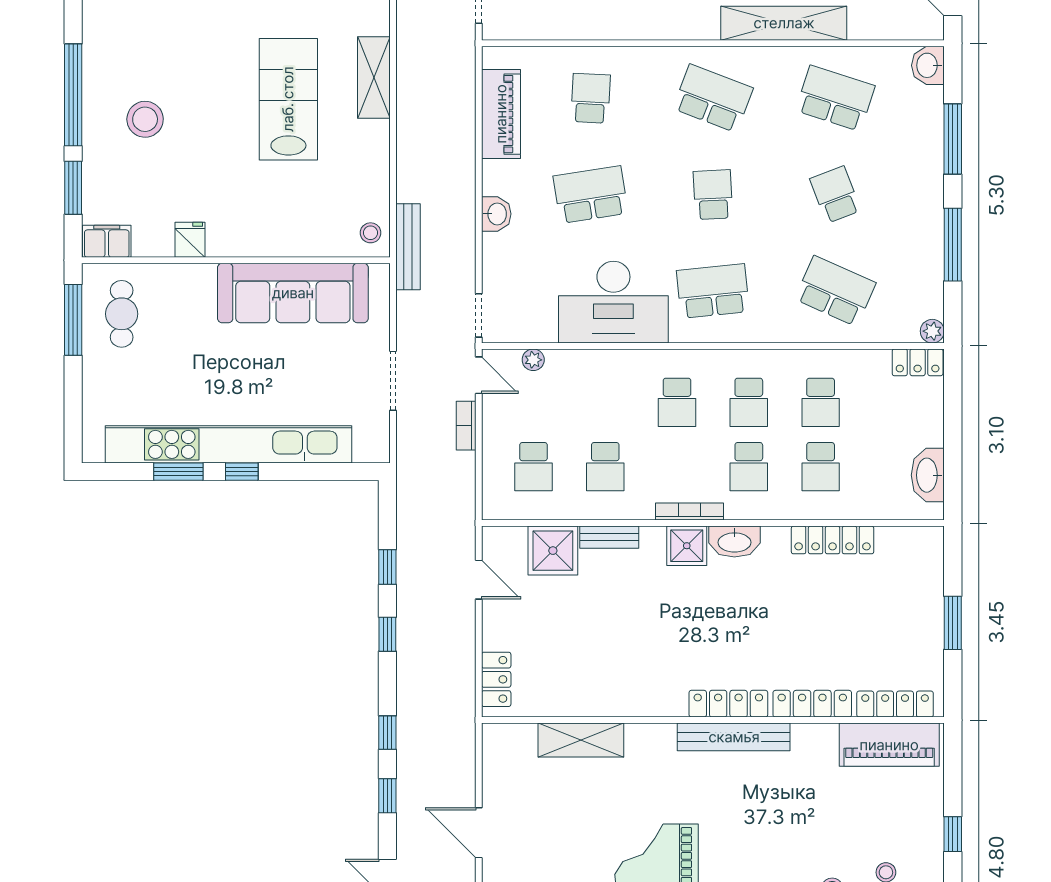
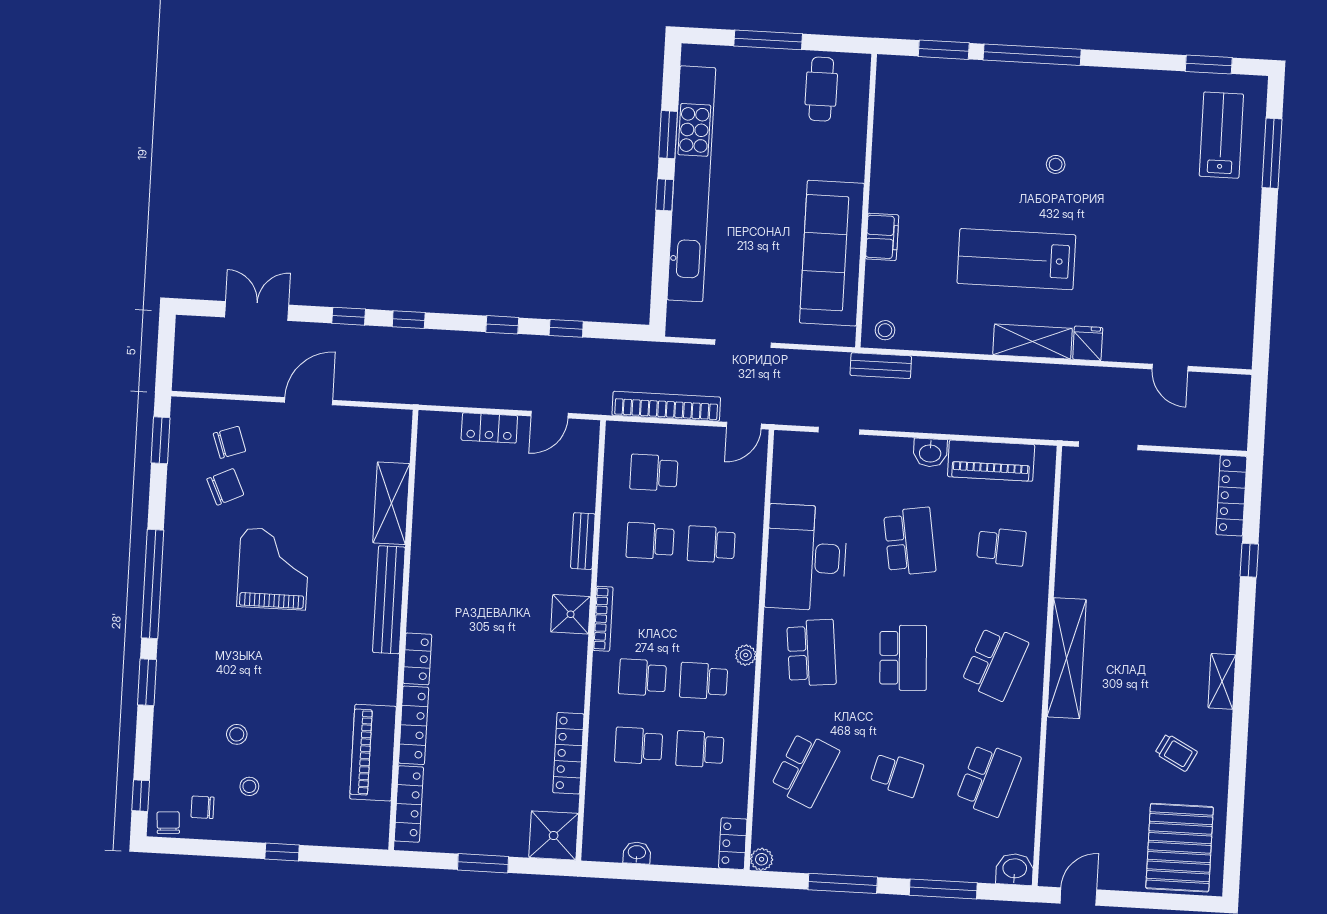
shelving: (784, 23) -> (1067, 658), moved
lab bench: (288, 99) -> (1016, 259), turned 180
stool: (145, 119) -> (1056, 164), moved, width x0.53, depth x0.53
school desk: (713, 195) -> (903, 658), width x1.85
school desk: (835, 195) -> (897, 774), turned 36
washbasin: (496, 214) -> (930, 453), moved
fridge: (190, 240) -> (1088, 343), moved, turned -90
filing cabinet: (107, 241) -> (882, 237), moved
bench: (408, 247) -> (881, 366), width x0.73
cafe table: (122, 314) -> (821, 89), turned 90
doorway: (479, 315) -> (839, 431), moved
window: (73, 320) -> (768, 40), moved
plant: (533, 360) -> (746, 655), moved
school desk: (677, 402) -> (711, 544), moved
bookcase: (466, 426) -> (666, 406), width x2.31, depth x1.31
washbasin: (928, 475) -> (637, 853), width x0.52, depth x0.69
washbasin: (734, 542) -> (572, 660), removed
shower: (553, 551) -> (554, 835), moved
locker: (496, 679) -> (489, 428), moved
locker: (728, 704) -> (417, 659), width x0.66
bench: (734, 737) -> (389, 600), moved
piano: (889, 745) -> (373, 753), moved

